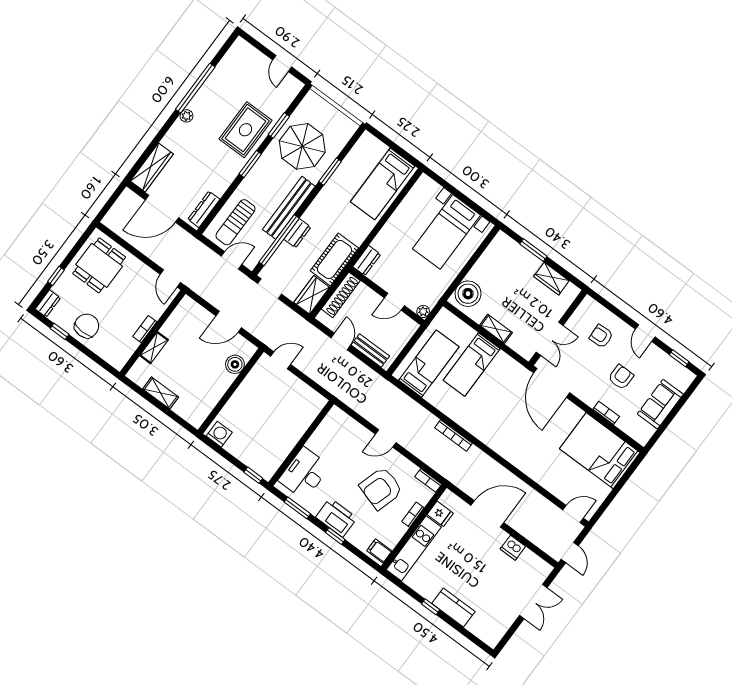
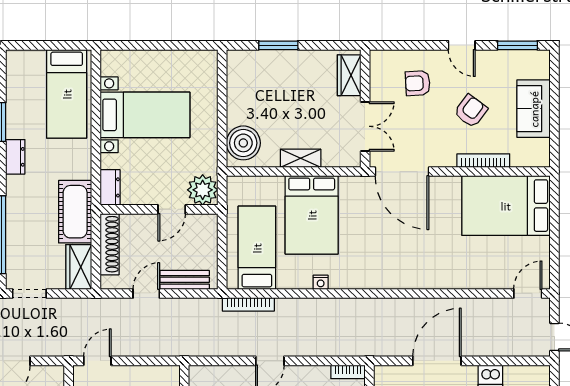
bed with nightstands: (447, 232) -> (145, 115), moved, turned -90
dresser: (297, 233) -> (15, 157), moved
wardrobe: (551, 279) -> (349, 75), moved, turned 90
plant: (423, 311) -> (203, 190), width x1.87, depth x1.87
door: (341, 341) -> (146, 293), hinge flipped
window: (679, 358) -> (517, 45), width x1.50
bed: (472, 364) -> (312, 215), width x1.50
armchair: (621, 377) -> (471, 111), turned 37
bookcase: (606, 413) -> (483, 161), width x1.56
nightstand: (452, 414) -> (321, 282), added
bookcase: (454, 435) -> (248, 304), moved

